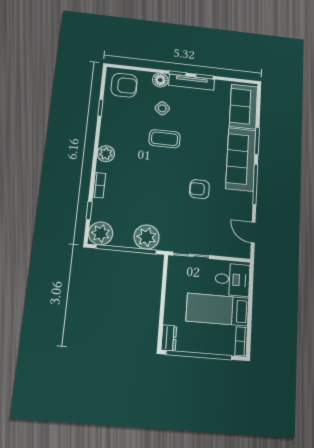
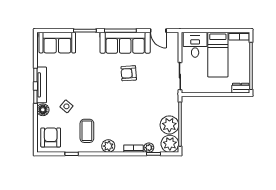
coffee table: (165, 139) -> (87, 131), moved
sofa: (241, 159) -> (125, 43), moved
armchair: (199, 189) -> (129, 73), turned 86
plant: (98, 205) -> (149, 148), added
door: (253, 232) -> (158, 31), hinge flipped
plant: (147, 237) -> (169, 125), moved

